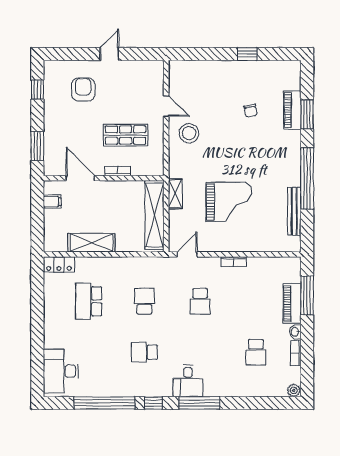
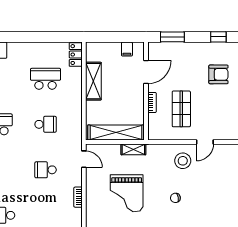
chair: (251, 111) -> (175, 198), moved

